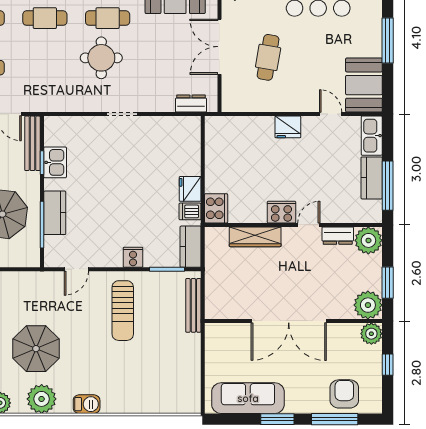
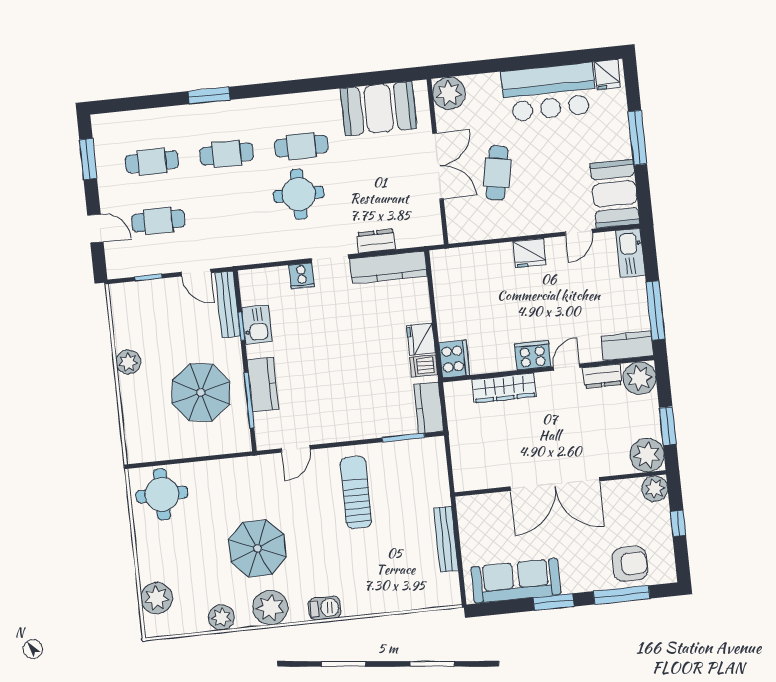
double door: (219, 47) -> (438, 166), swing flipped
dresser: (191, 104) -> (376, 241), moved
door: (331, 114) -> (579, 232), swing flipped
kitchen counter: (169, 126) -> (388, 267), added
kitchen counter: (372, 178) -> (627, 346), moved, turned 90
cooker: (133, 257) -> (302, 276), moved, turned 180
bench: (193, 305) -> (446, 539), moved
sun lounger: (123, 311) -> (356, 492), turned 180
armchair: (344, 394) -> (630, 564), turned 90

